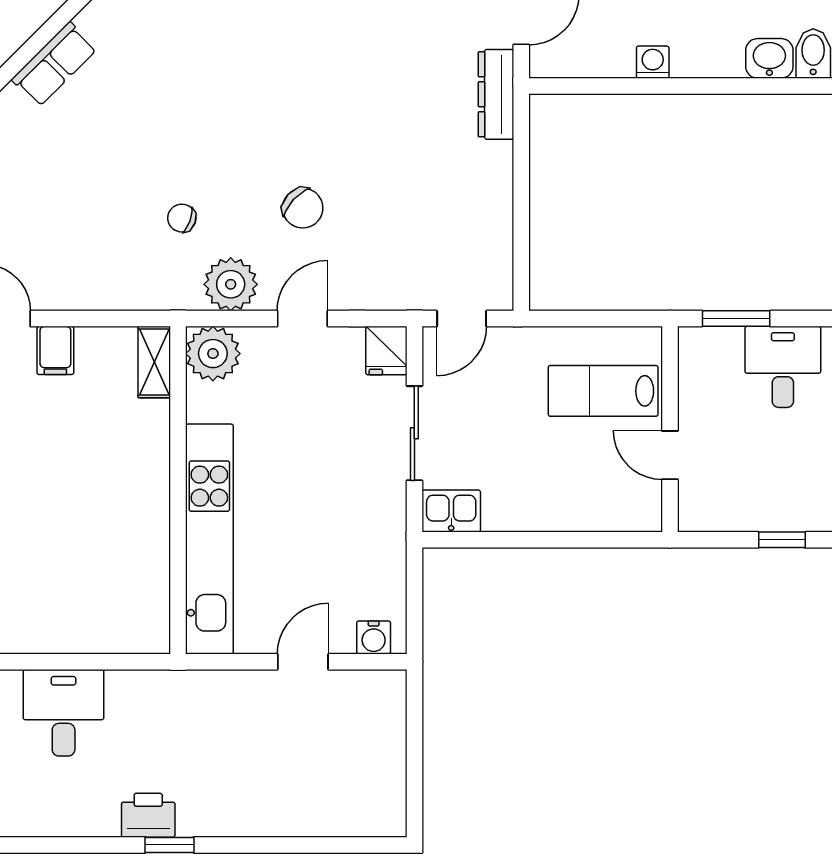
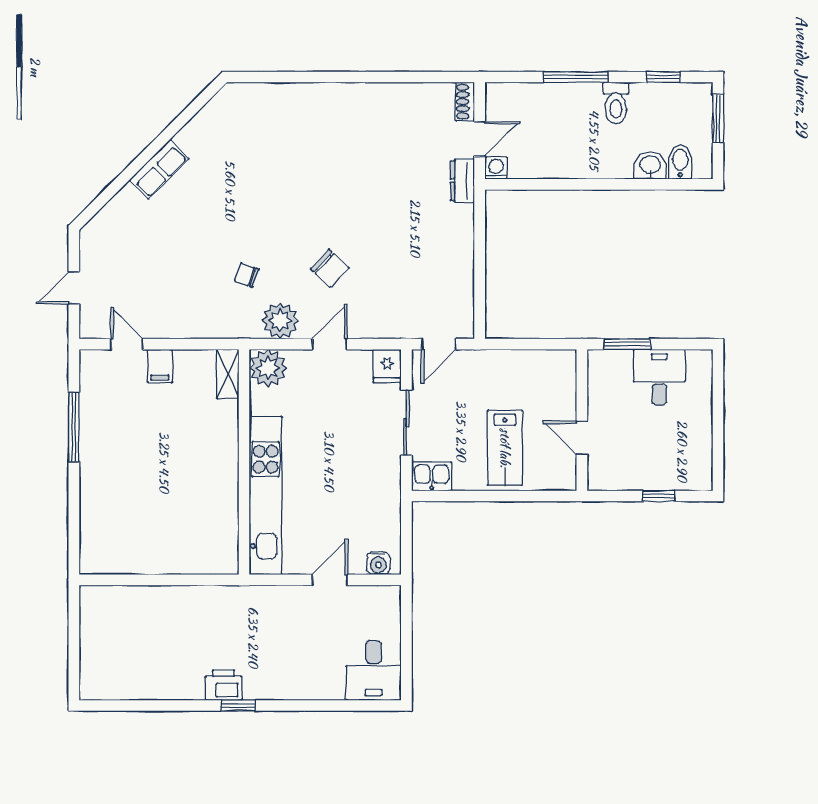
washing machine: (653, 62) -> (496, 168), moved
dresser: (496, 94) -> (462, 181), width x0.70
lab bench: (603, 391) -> (505, 448), moved, turned -90
desk: (64, 713) -> (374, 670), moved, turned 180

